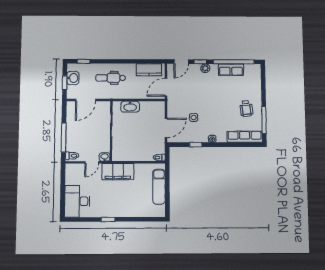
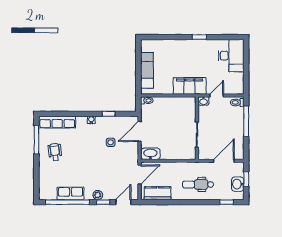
dental chair: (111, 78) -> (198, 184), turned 180
washbasin: (130, 107) -> (150, 154), moved

